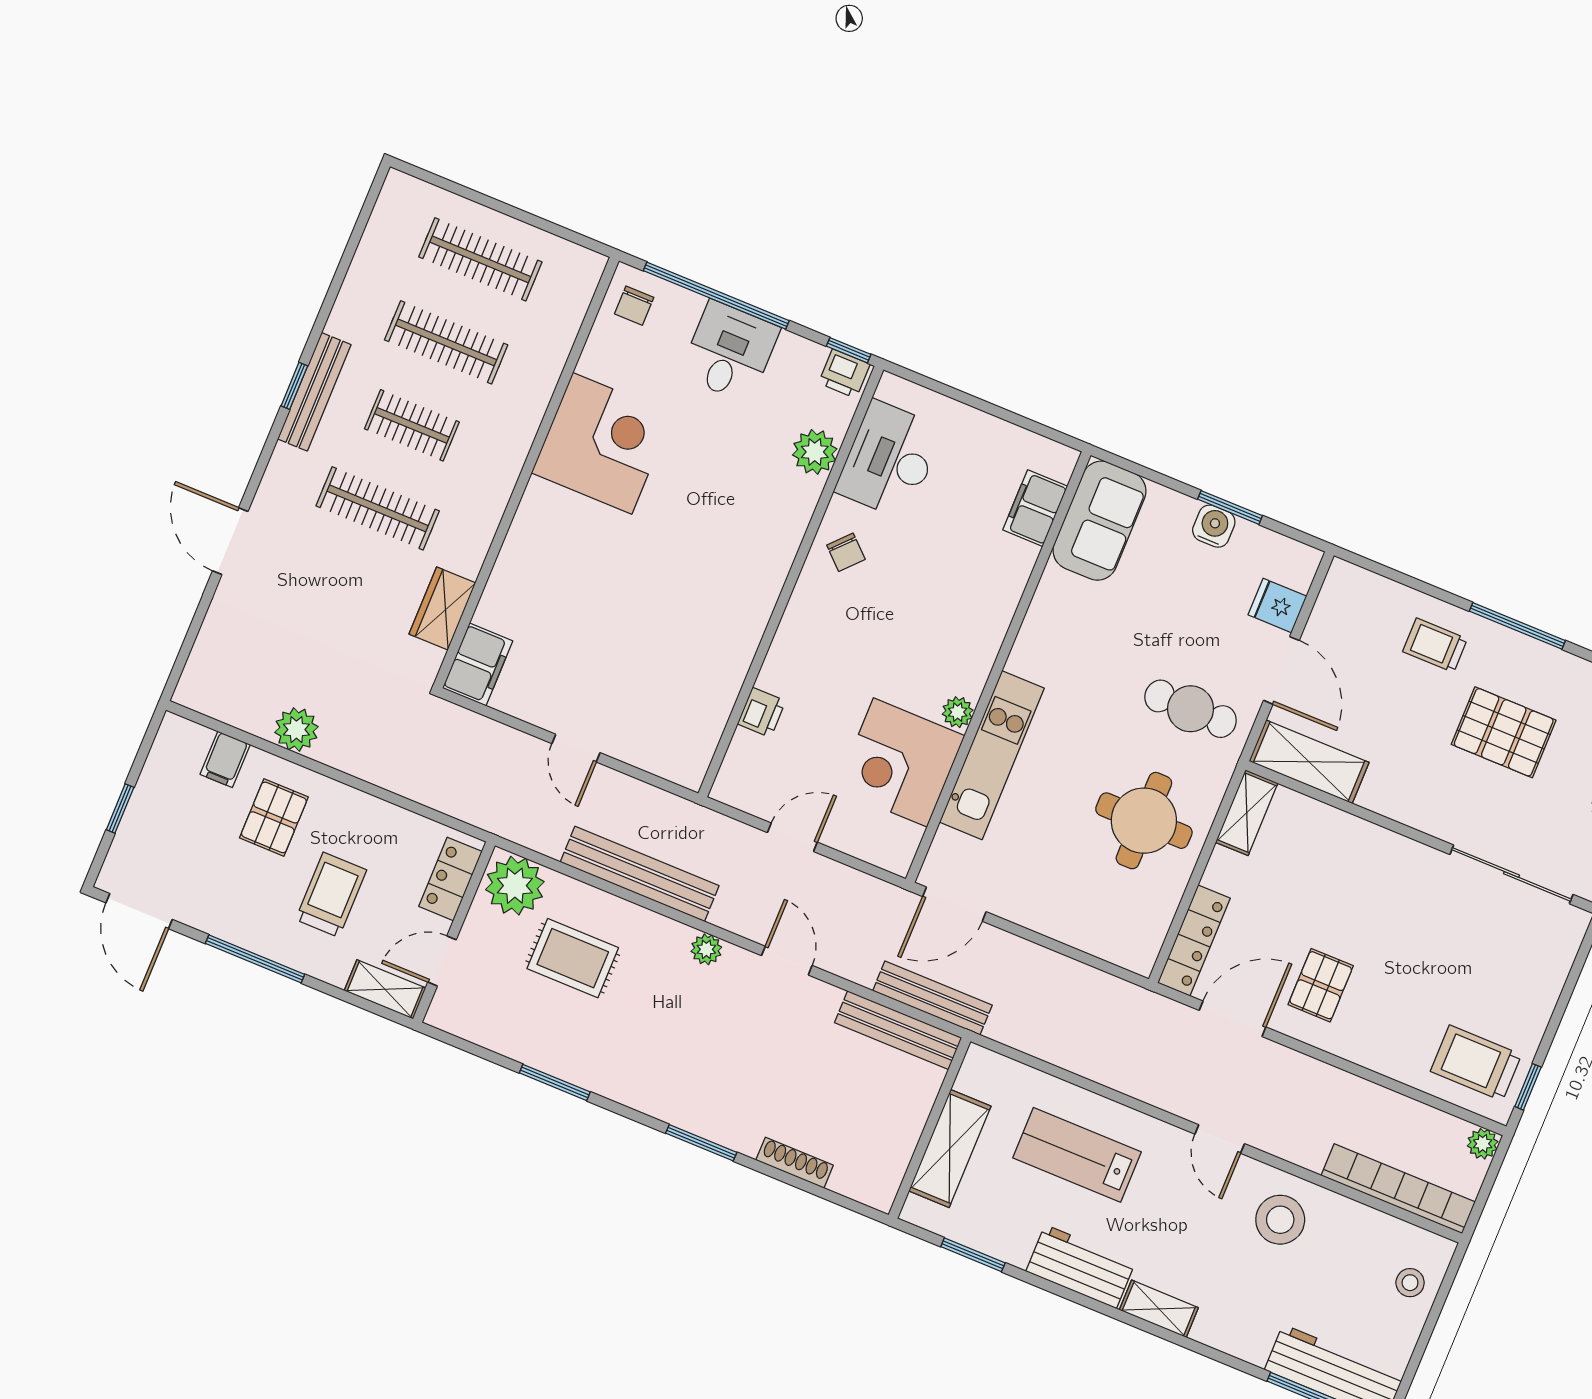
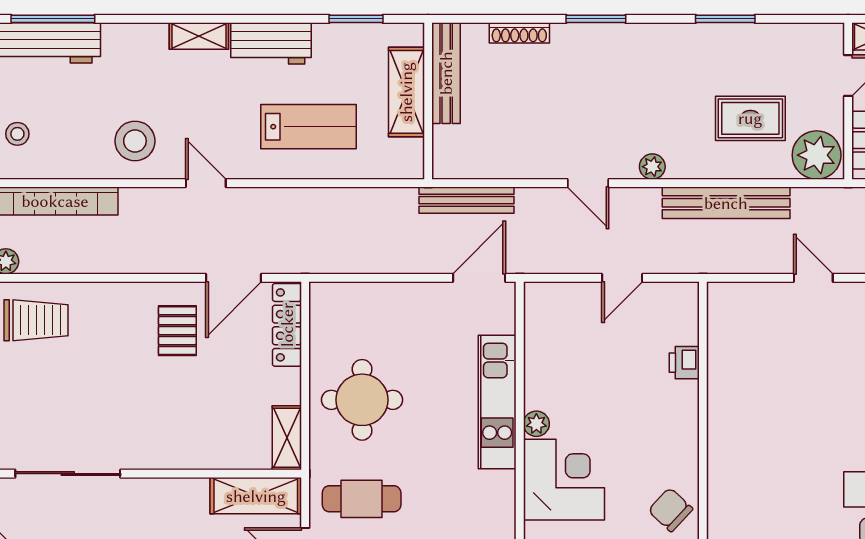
chair: (846, 552) -> (670, 510), width x1.37, depth x1.37
corner desk: (900, 762) -> (564, 480), moved
bench: (898, 1030) -> (446, 73), moved, turned 90

